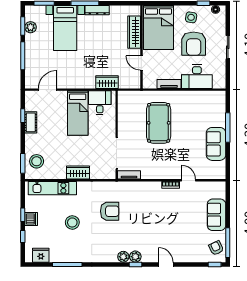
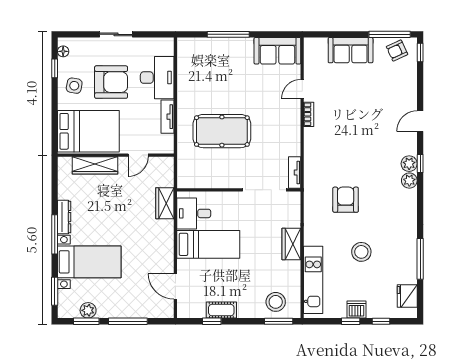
sofa: (216, 144) -> (277, 51), moved

